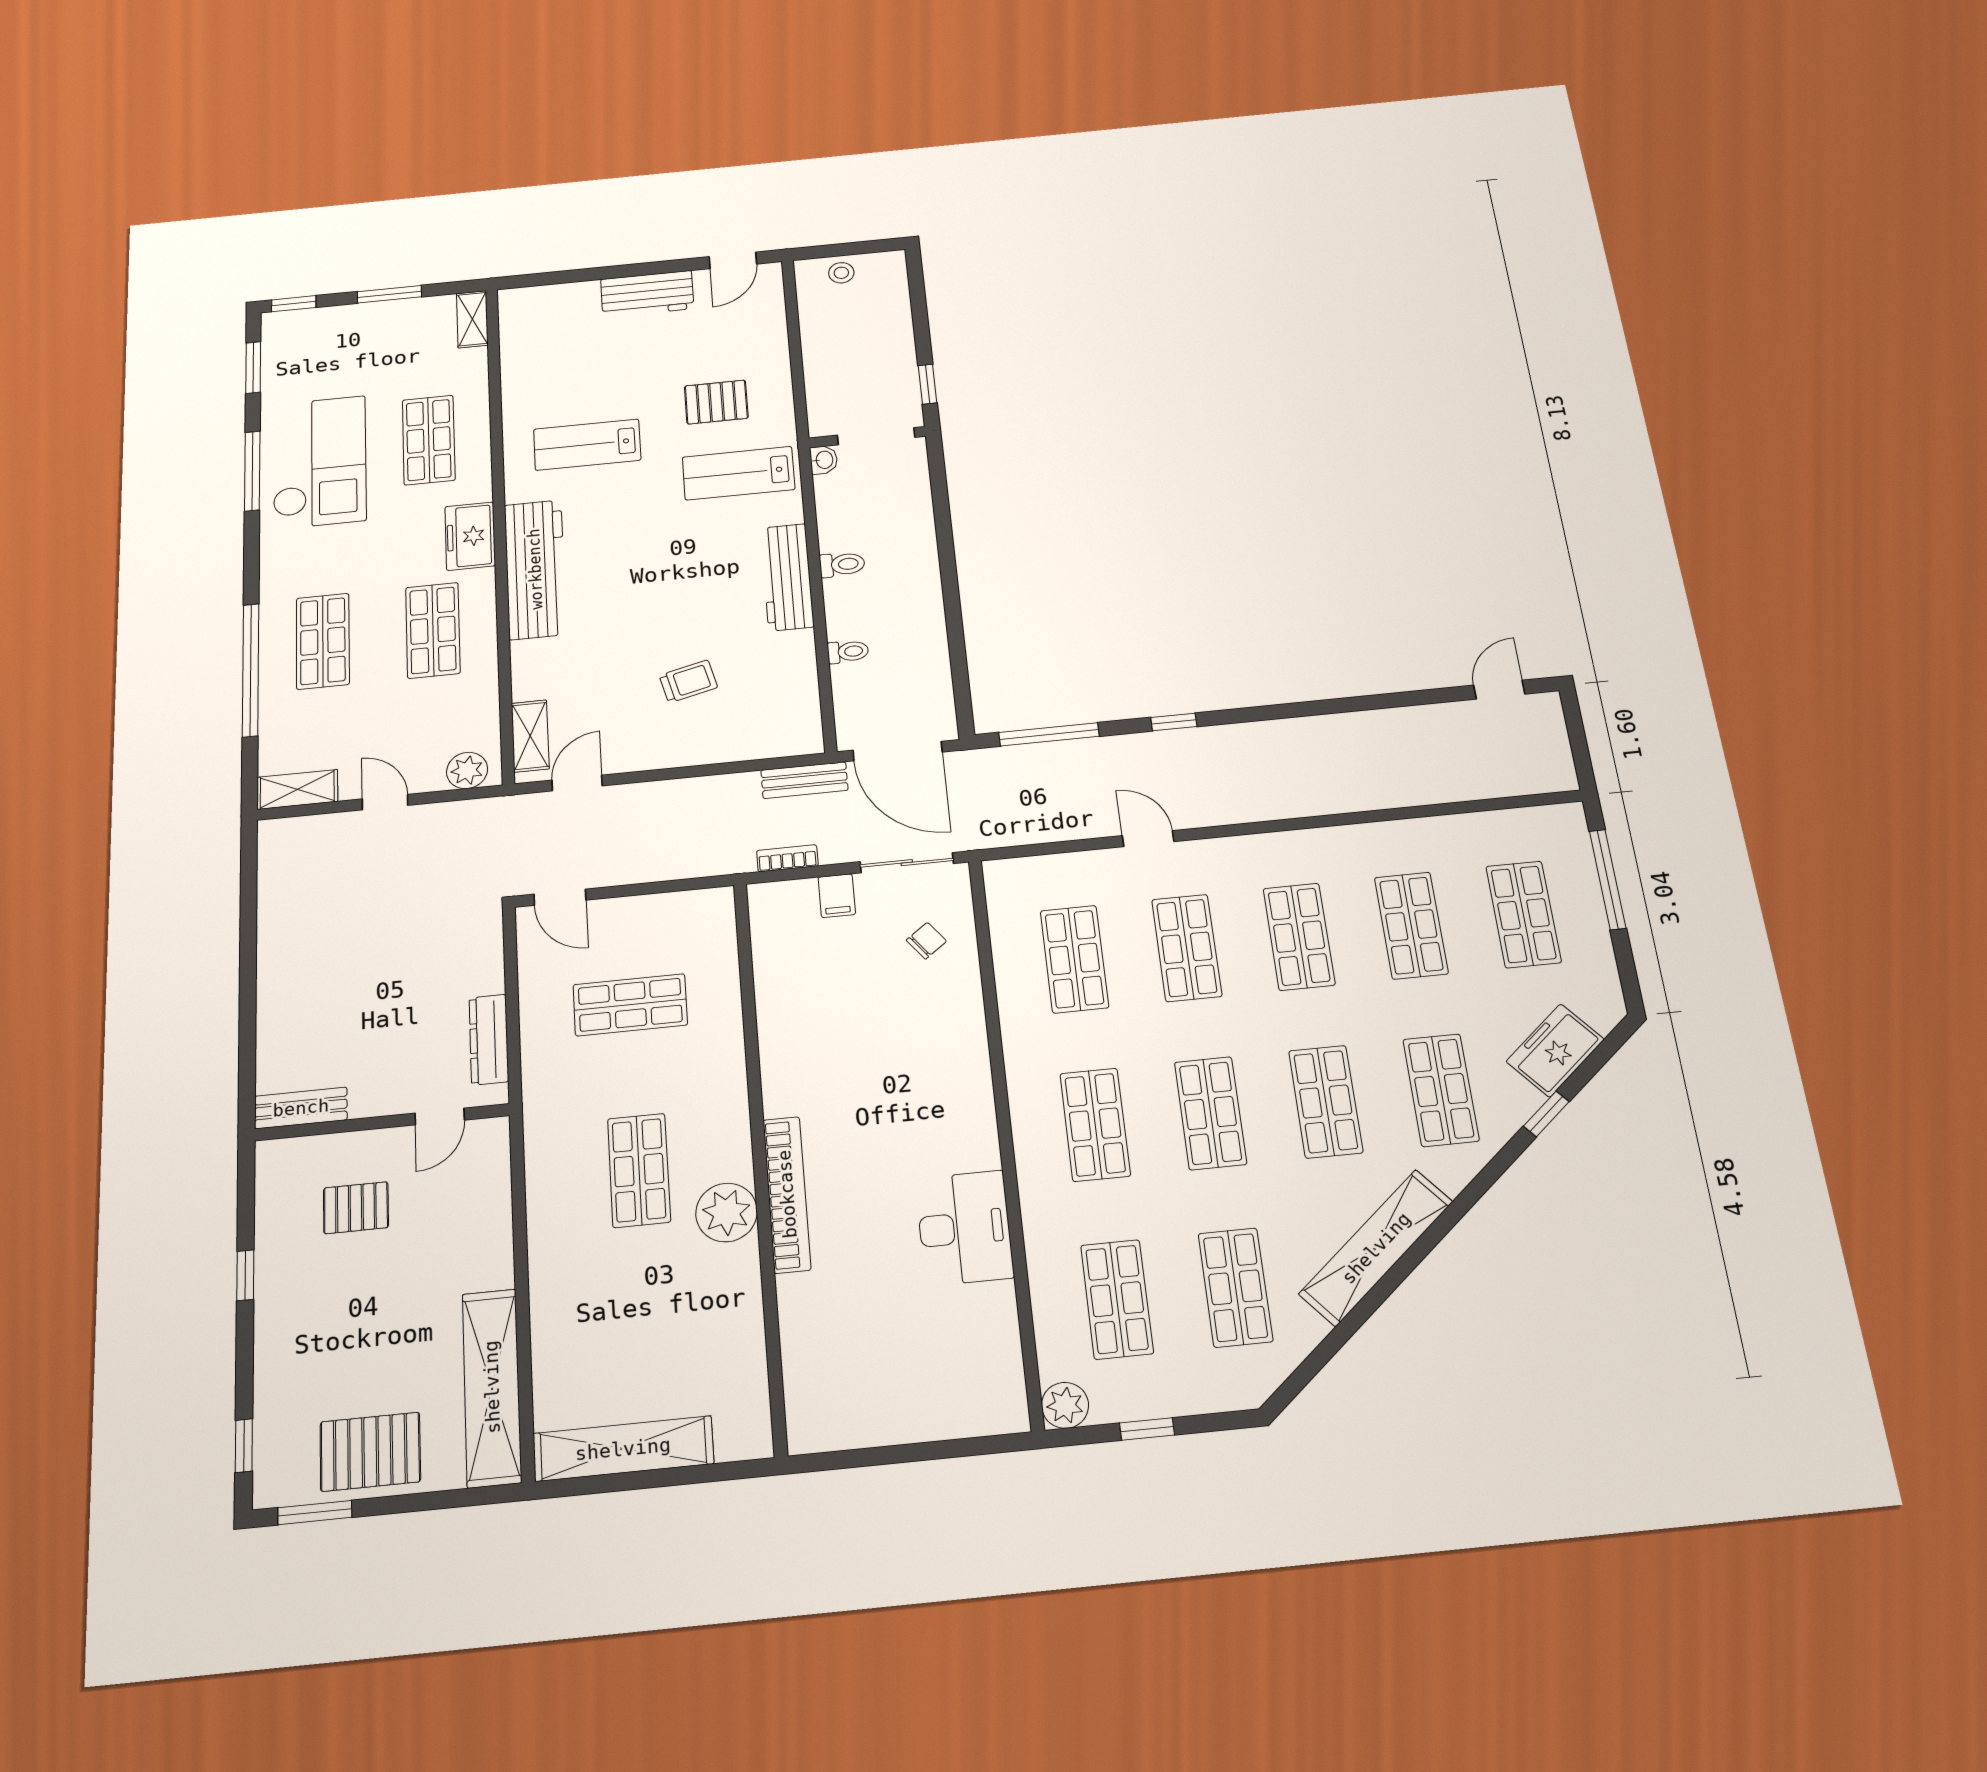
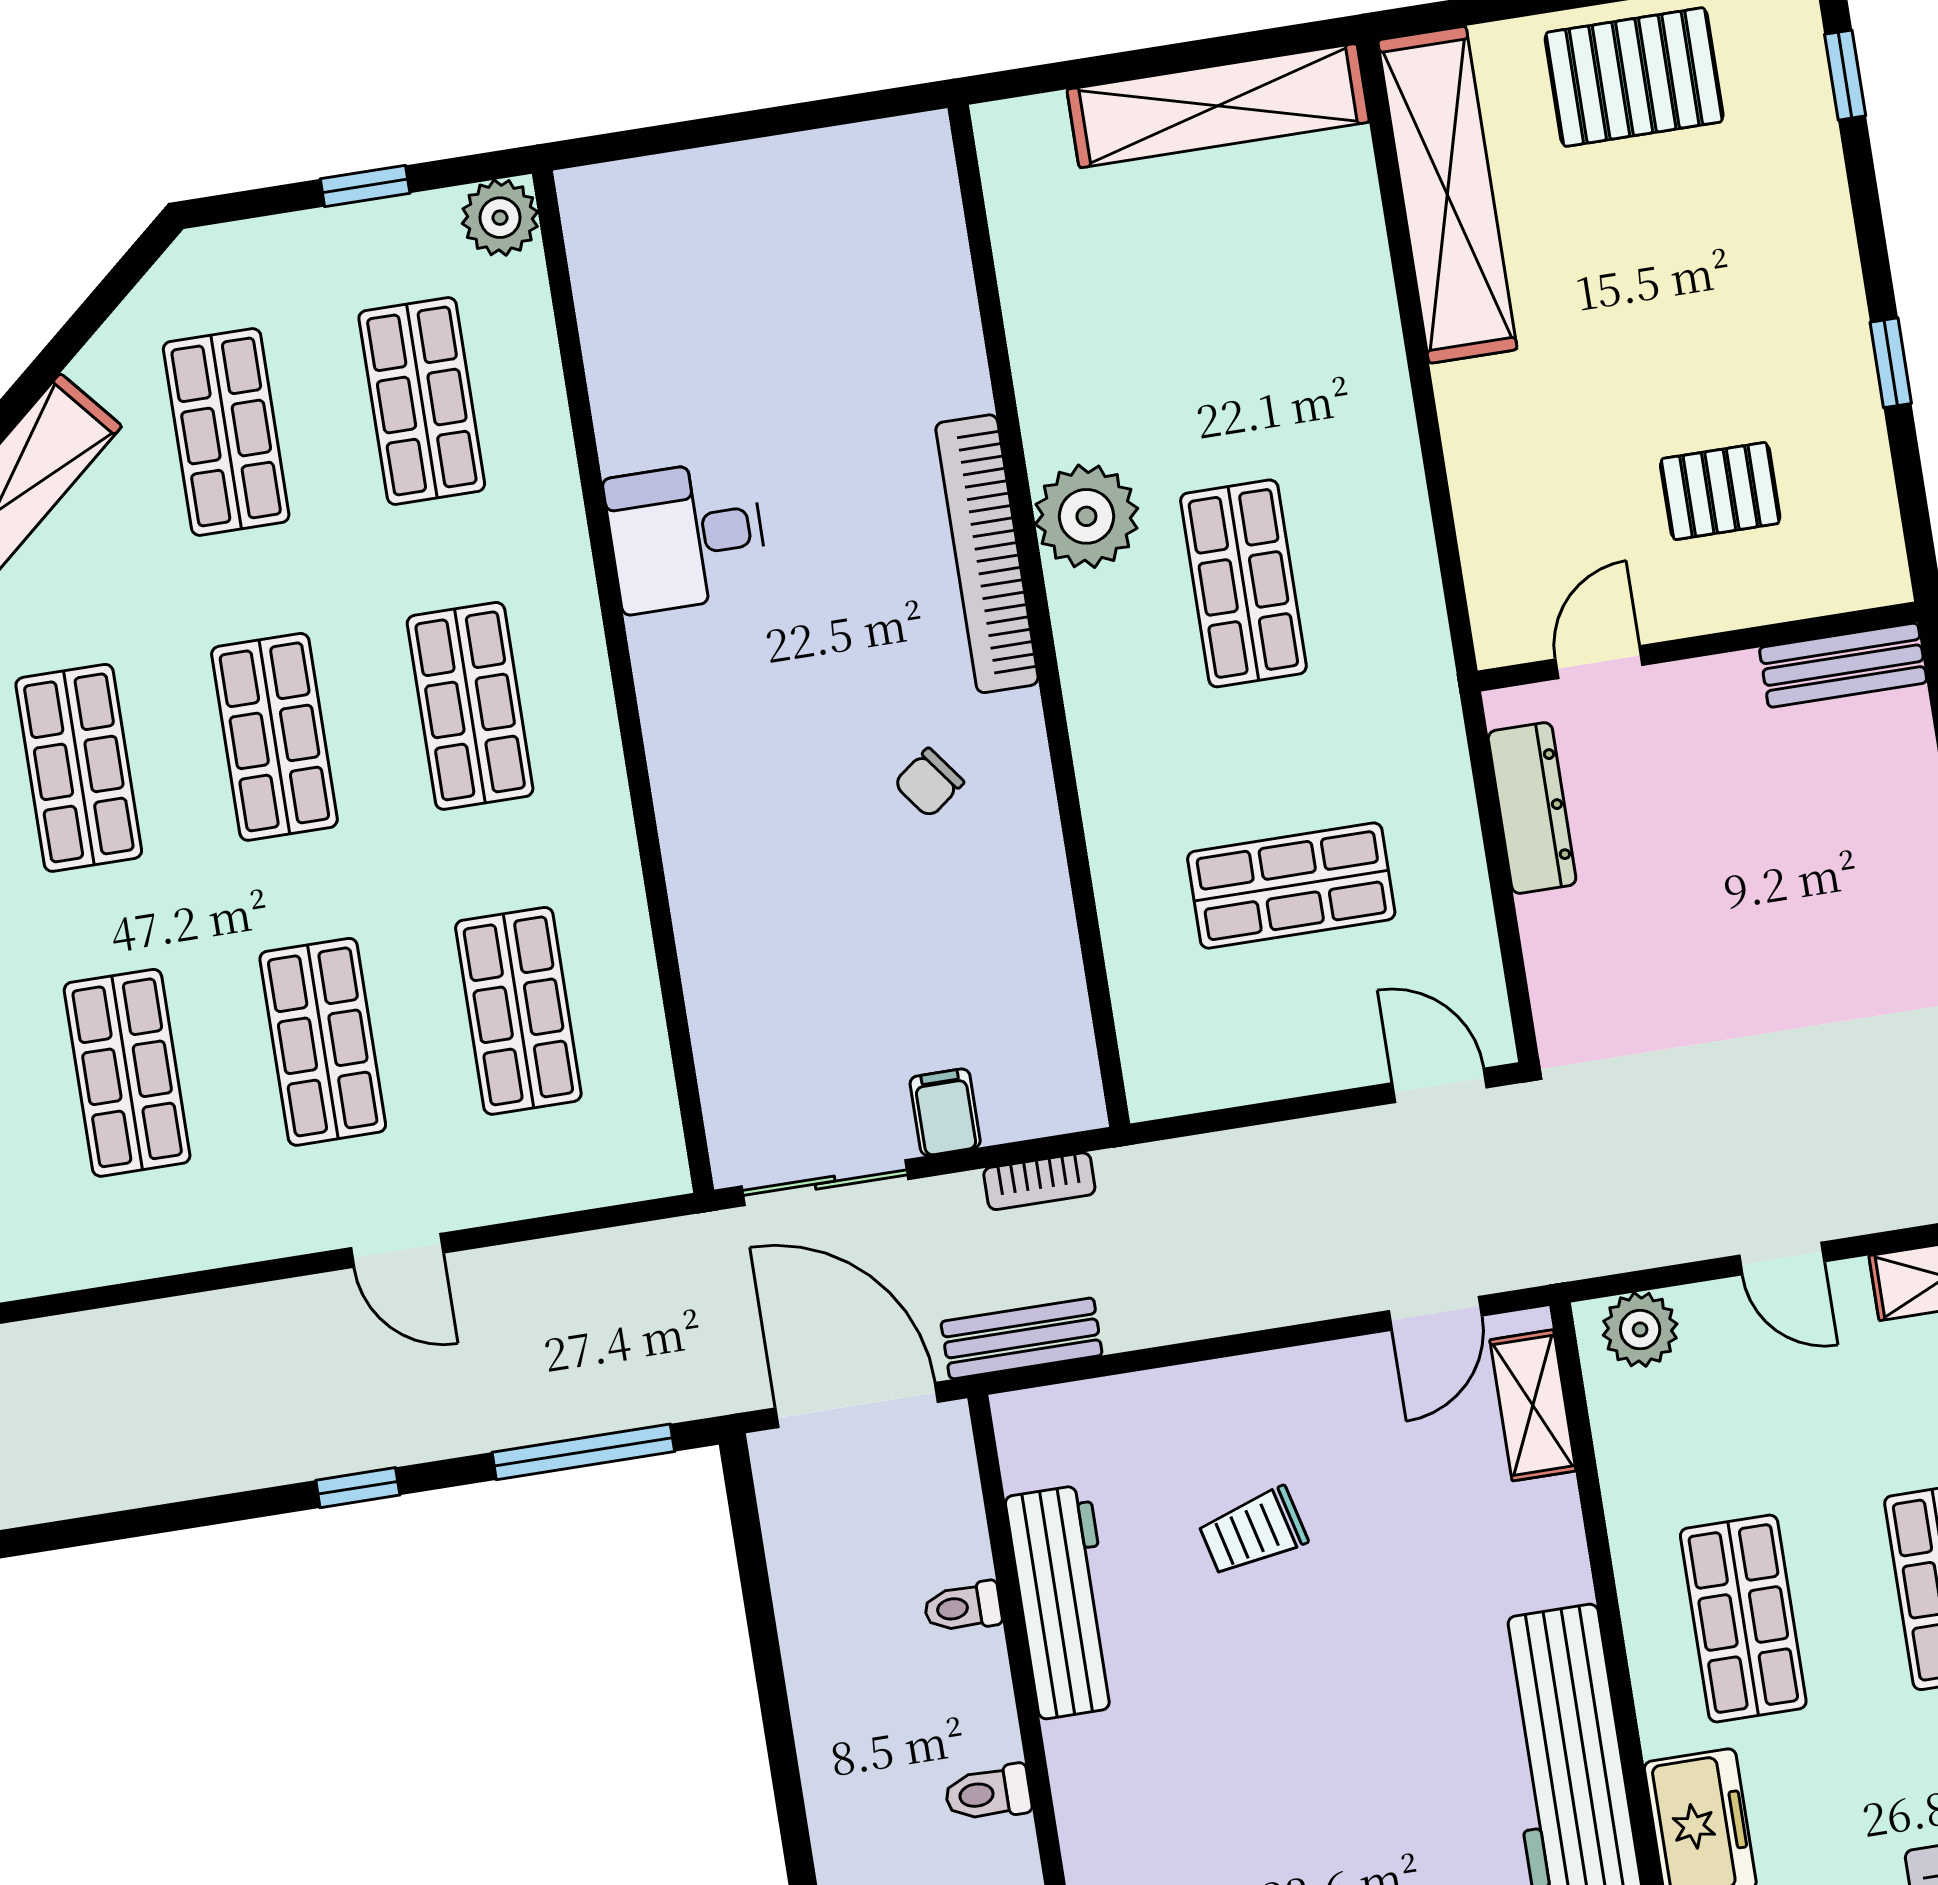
workbench: (787, 577) -> (1064, 1602), moved
chair: (926, 941) -> (929, 783), moved
desk: (964, 1228) -> (686, 536), width x0.73

